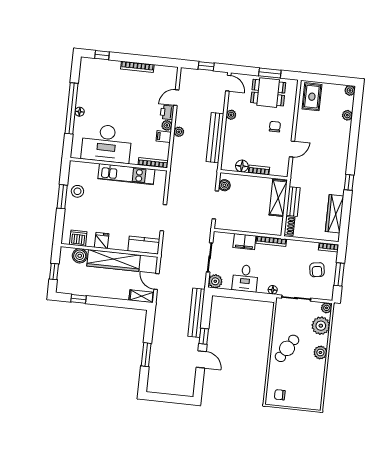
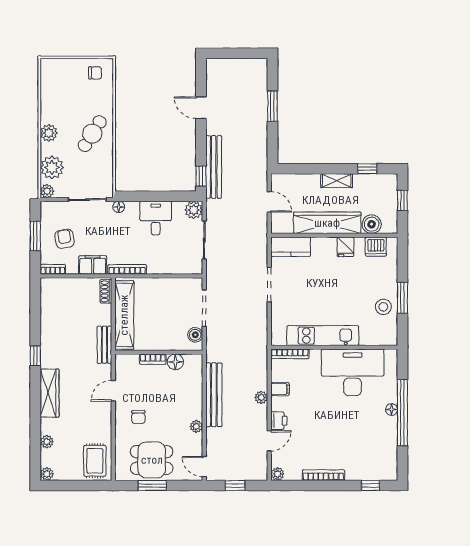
plant: (167, 125) -> (277, 474), moved
shelving: (278, 198) -> (124, 315), width x1.47
bench: (293, 202) -> (104, 345), moved
wardrobe: (335, 214) -> (50, 393), moved
filing cabinet: (244, 242) -> (93, 265), moved
shelving: (142, 296) -> (337, 181), moved
window: (204, 336) -> (201, 176), moved

